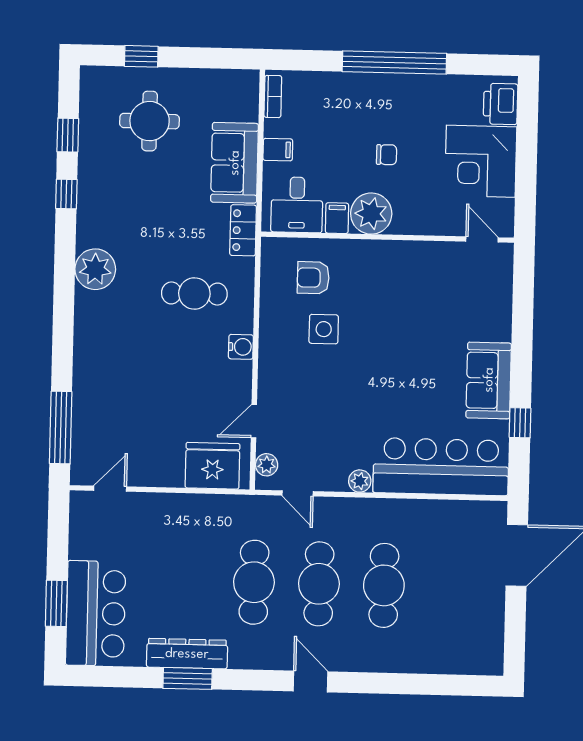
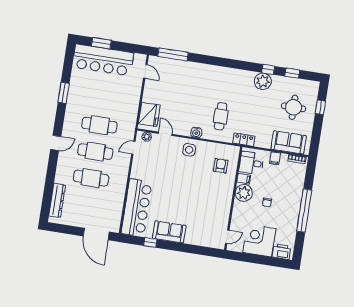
sofa: (235, 163) -> (289, 142), moved
plant: (95, 269) -> (263, 81), moved
side table: (324, 329) -> (189, 150), moved
plant: (360, 481) -> (135, 174), removed
bar counter: (96, 613) -> (103, 60), width x1.36
dresser: (187, 654) -> (57, 200), moved

